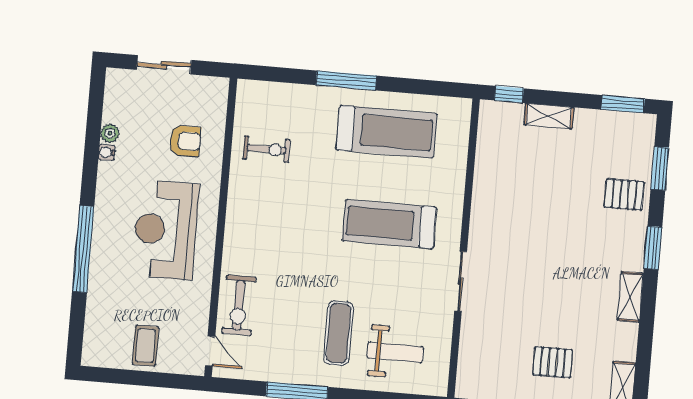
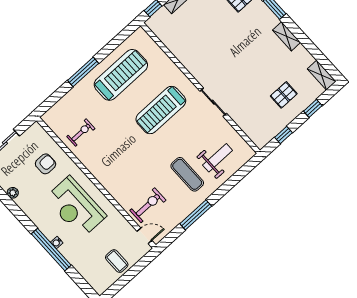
water cooler: (107, 152) -> (57, 242), moved
exercise bike: (239, 305) -> (148, 205), moved, turned -90

